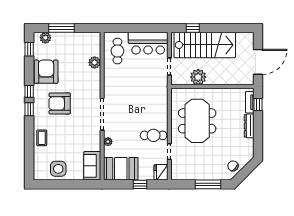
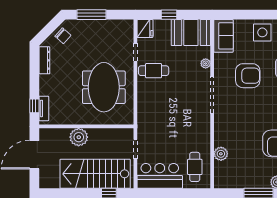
plant: (198, 77) -> (79, 137), moved
armchair: (60, 103) -> (248, 76), moved
dresser: (249, 126) -> (44, 60), moved

